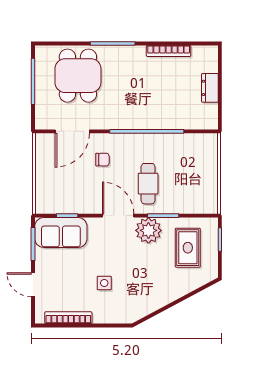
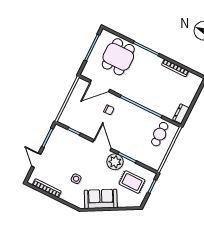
dresser: (210, 88) -> (181, 114), moved
cafe table: (148, 184) -> (160, 134), moved
sofa: (61, 233) -> (101, 199), moved, turned 152
rug: (188, 248) -> (132, 182), turned 90

